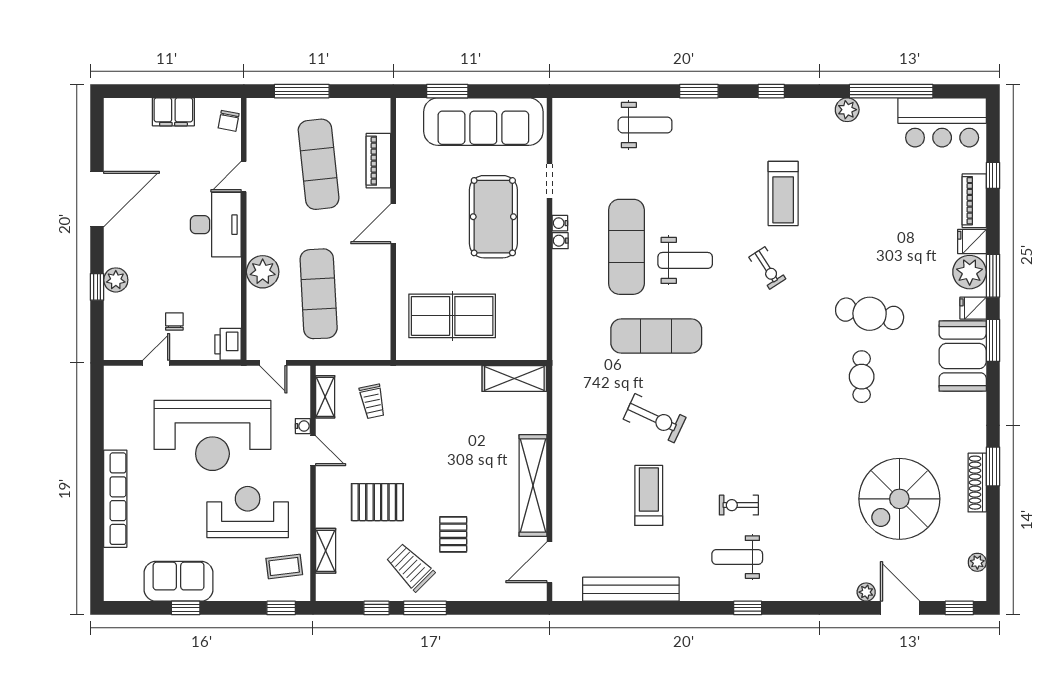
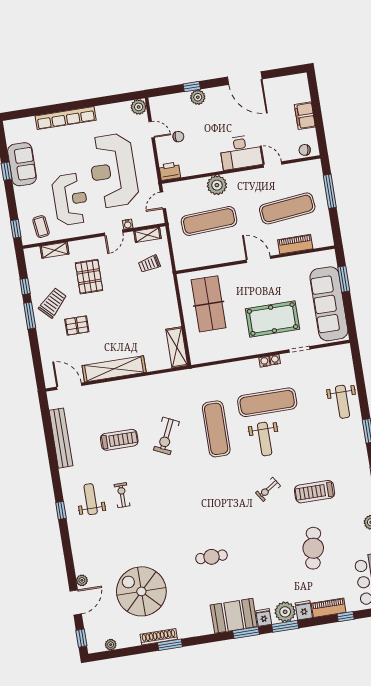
cafe table: (870, 314) -> (313, 548), moved
plant: (116, 378) -> (139, 107), added

